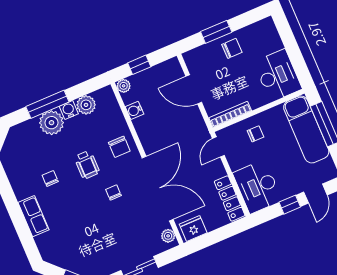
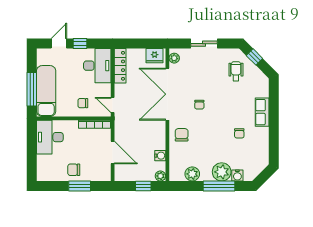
water cooler: (69, 110) -> (237, 176), moved
door: (218, 147) -> (113, 105), swing flipped
wheelchair: (87, 165) -> (236, 71), moved

